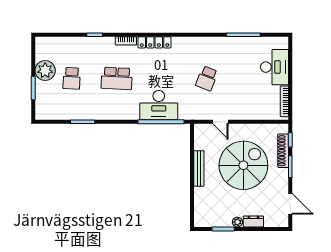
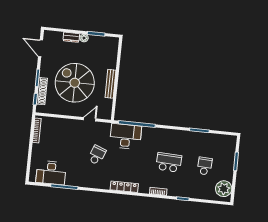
locker: (155, 42) -> (124, 187), moved
desk: (274, 67) -> (51, 173), moved, turned -90
plant: (45, 71) -> (224, 189), moved
desk: (159, 105) -> (126, 136), moved
door: (220, 122) -> (90, 119), hinge flipped
spiral stairs: (243, 165) -> (75, 83), turned 90

